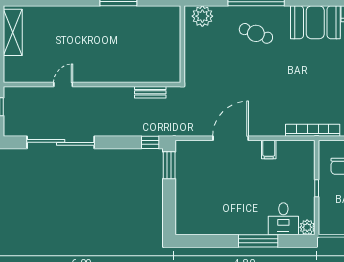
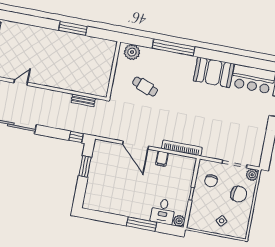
cafe table: (256, 33) -> (145, 87), moved
bookcase: (313, 130) -> (182, 148), moved
door: (231, 138) -> (136, 145), swing flipped
window: (169, 165) -> (85, 167), moved

